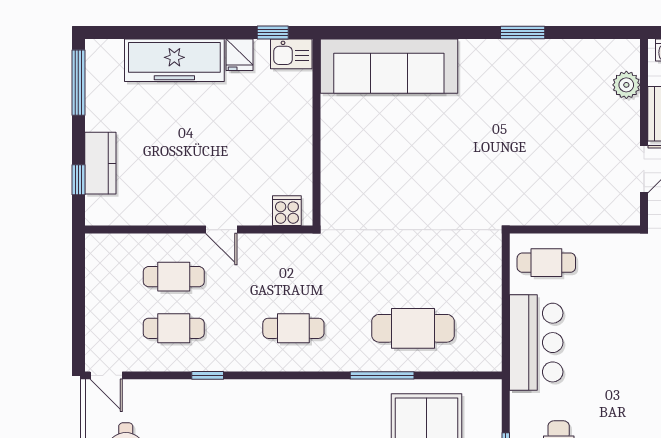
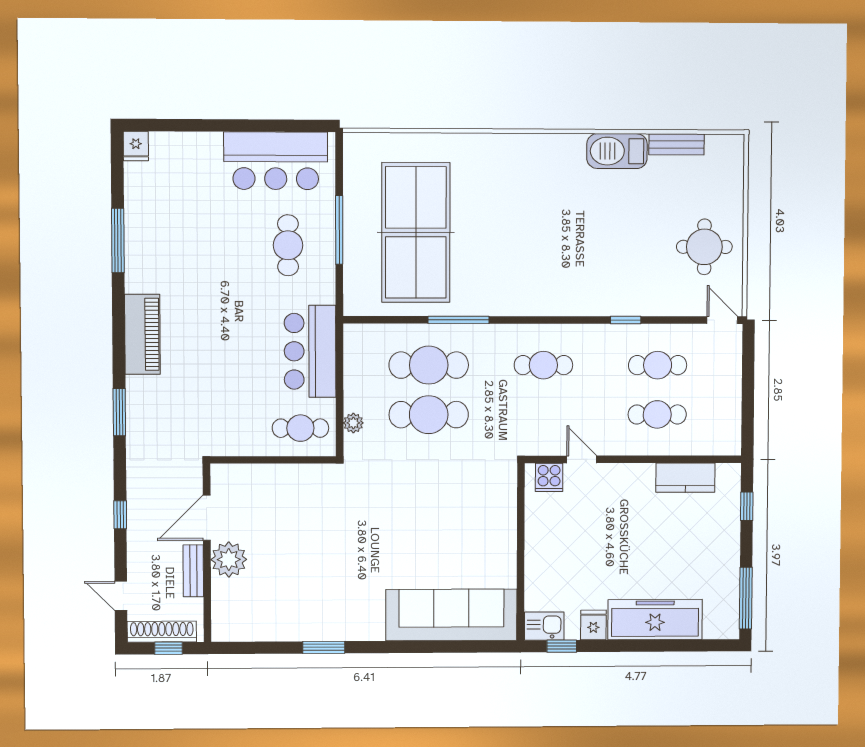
plant: (626, 85) -> (229, 560), moved, width x1.36, depth x1.36
kitchen counter: (100, 163) -> (685, 478), moved, turned -90
door: (221, 230) -> (582, 459), moved
plant: (491, 268) -> (353, 423), added
cafe table: (413, 277) -> (429, 415), added

